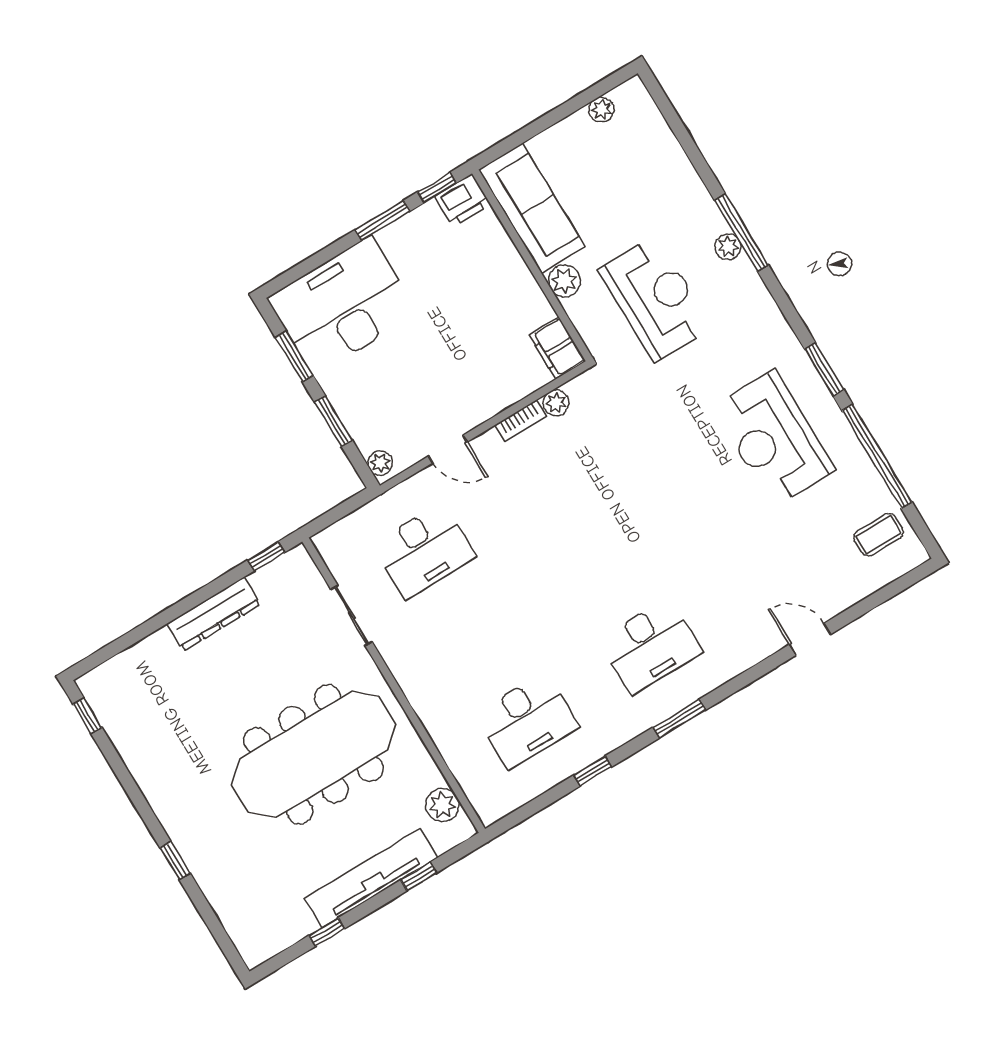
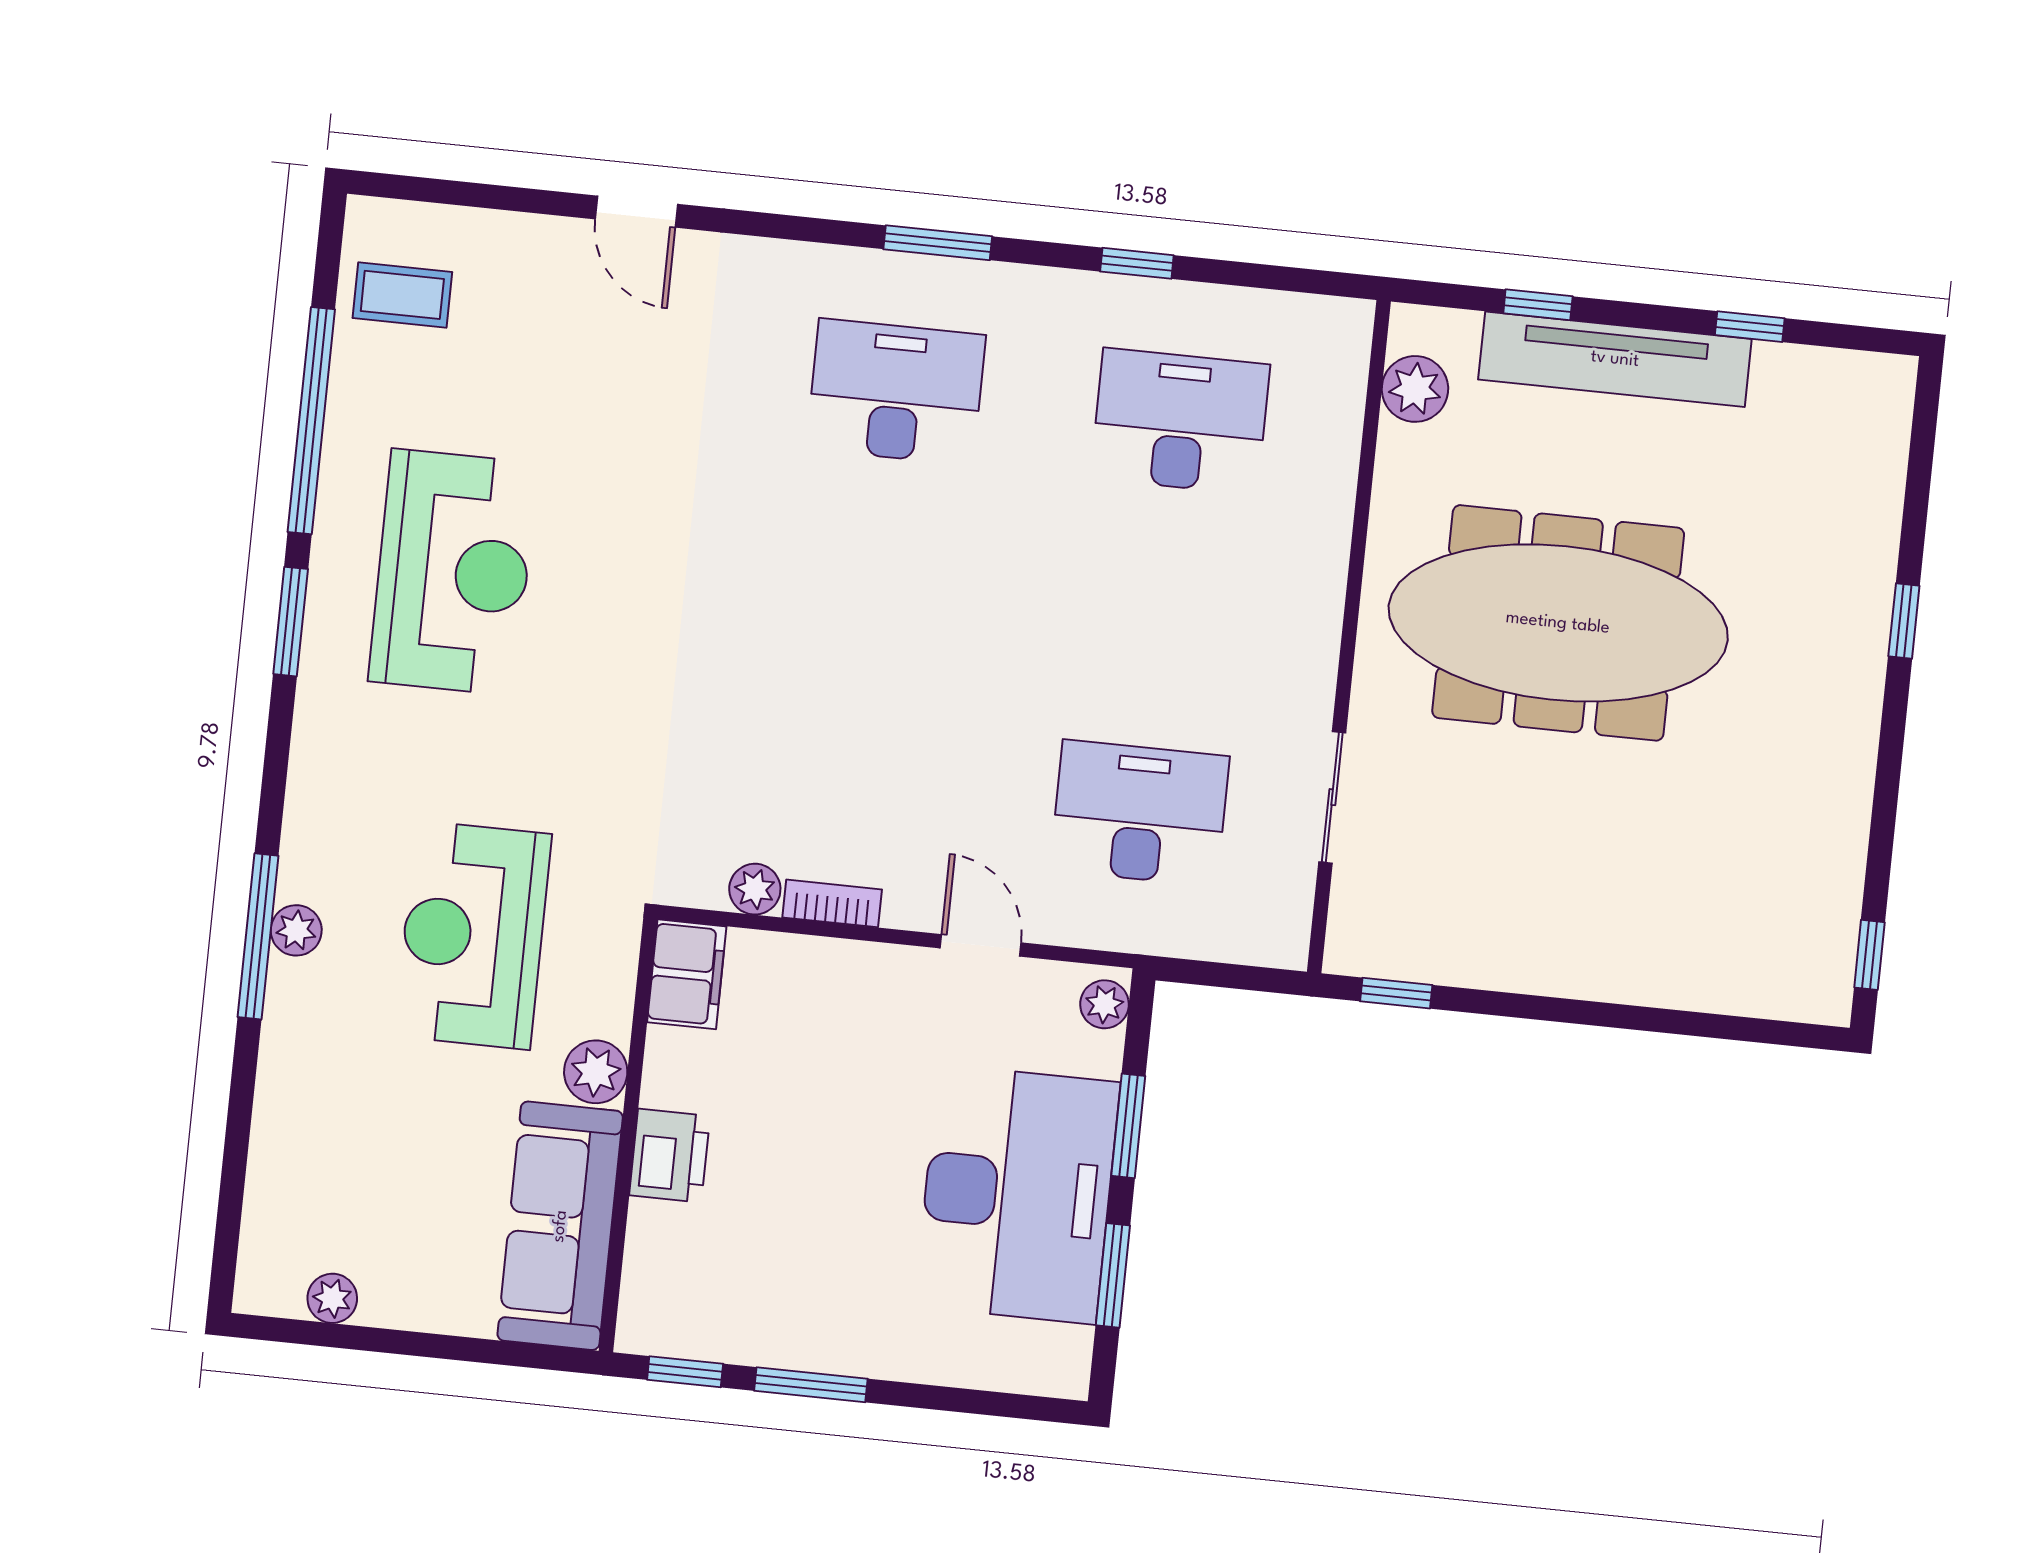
printer: (463, 200) -> (670, 1156), moved, turned 90
desk: (343, 306) -> (1017, 1194), moved, turned -90
dresser: (214, 614) -> (1548, 965), removed

